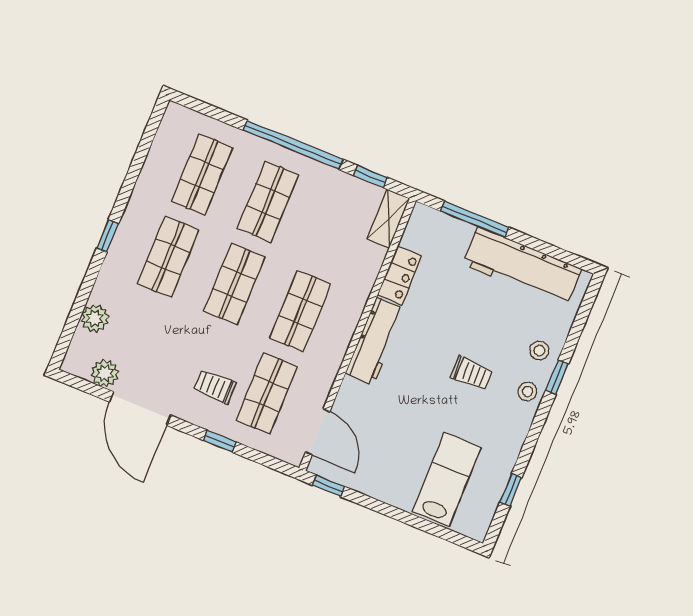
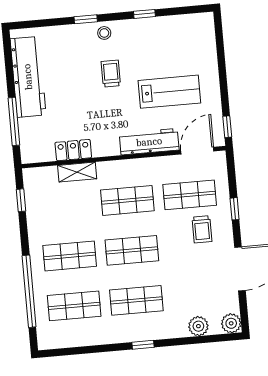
window: (293, 145) -> (29, 291), moved
shelving: (389, 219) -> (77, 172), moved
workbench: (375, 341) -> (149, 142), moved
stool: (539, 351) -> (75, 39), removed
plant: (105, 373) -> (231, 323), moved
lab bench: (447, 479) -> (169, 92), moved, turned 180
window: (511, 490) -> (144, 14), moved

